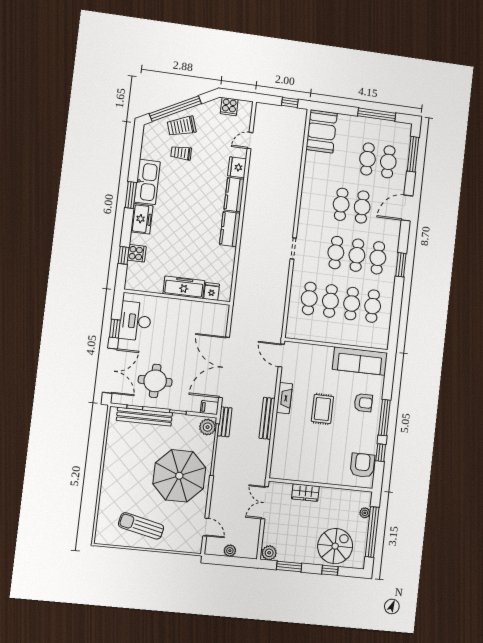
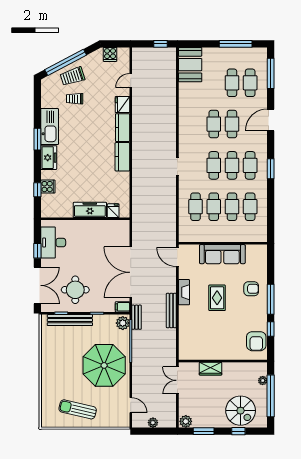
sofa: (360, 361) -> (222, 254), moved
armchair: (362, 465) -> (256, 341), turned 180
spiral stairs: (335, 546) -> (241, 411), turned 90

